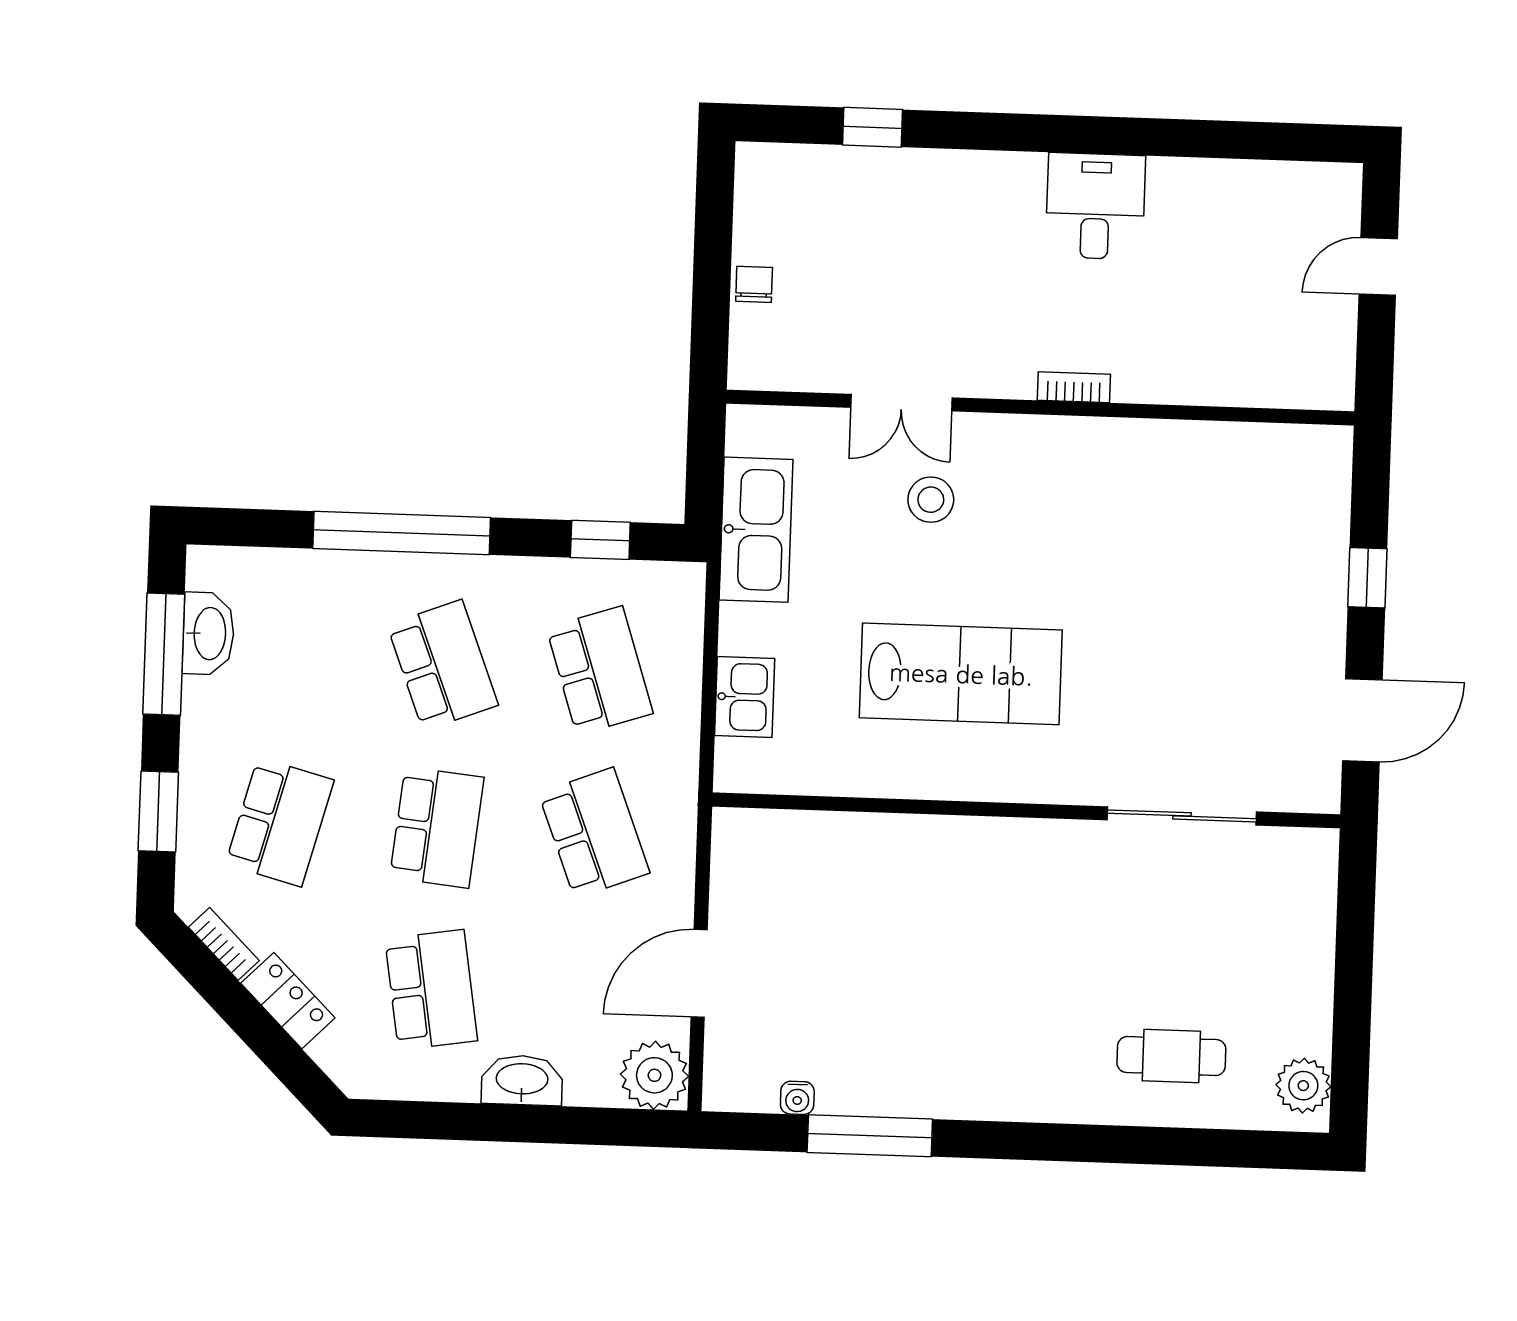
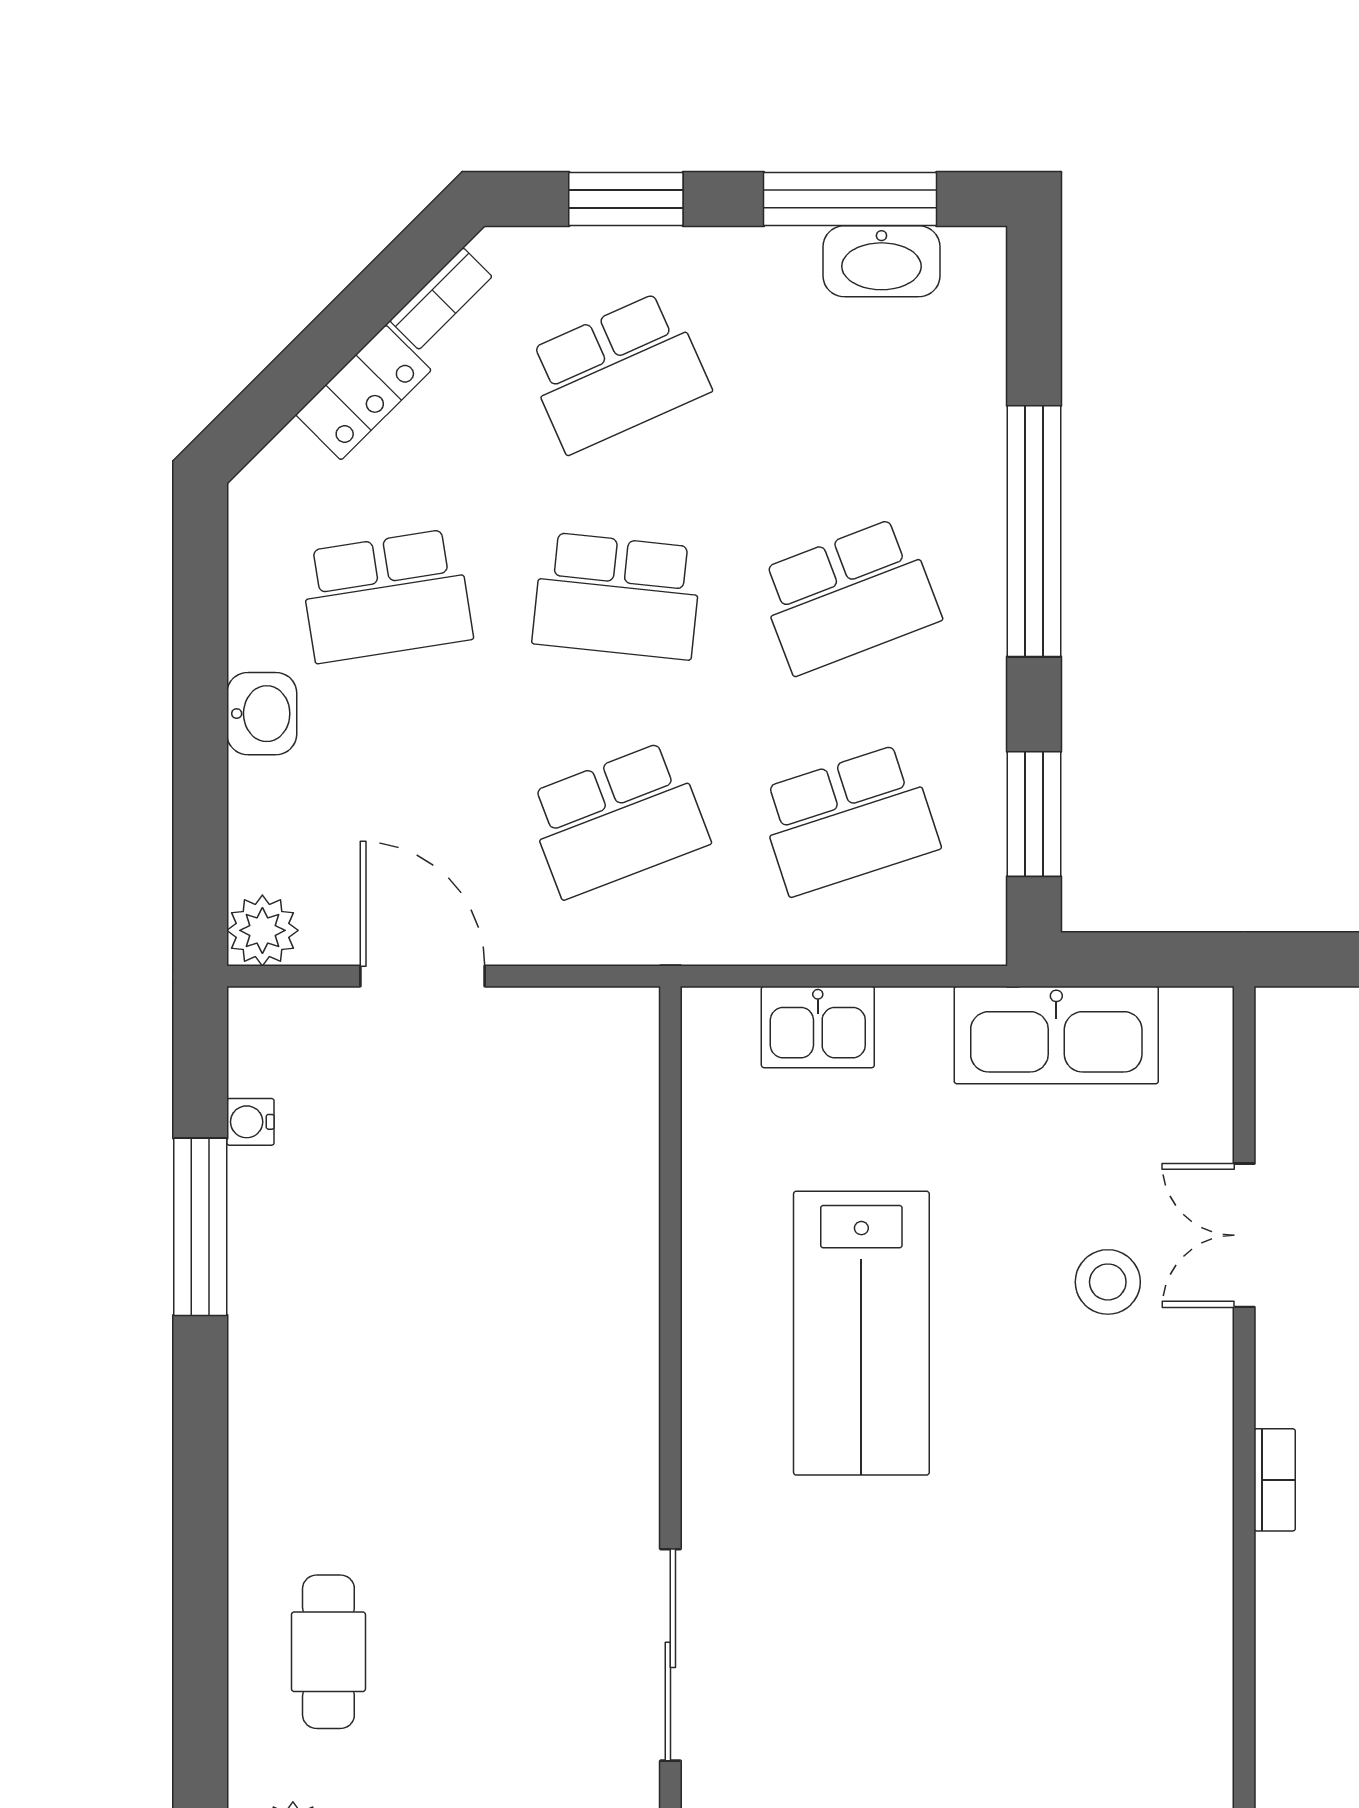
window: (600, 540) -> (1034, 814), width x1.50
school desk: (280, 822) -> (617, 372), turned -39
plant: (654, 1075) -> (262, 930), width x0.73, depth x0.73
washbasin: (522, 1080) -> (262, 714), width x0.72

